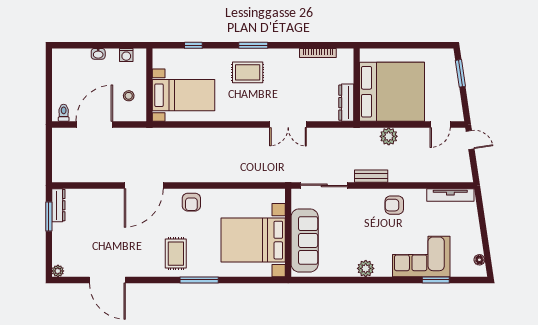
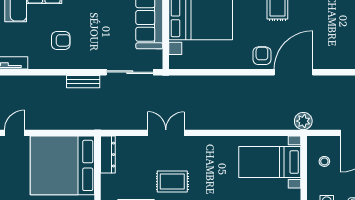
rug: (248, 72) -> (172, 182), moved
plant: (389, 136) -> (303, 121), moved
door: (144, 185) -> (293, 72), moved
armchair: (394, 205) -> (61, 40), moved

